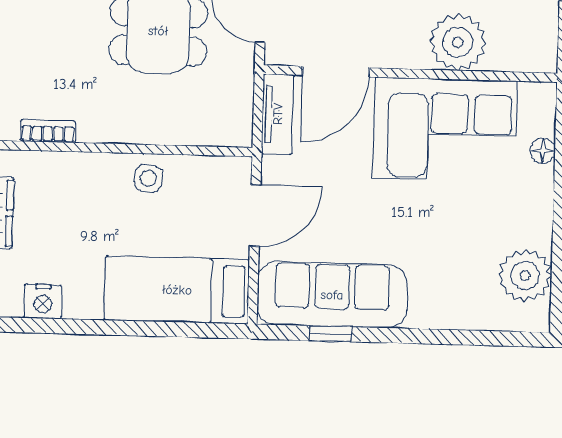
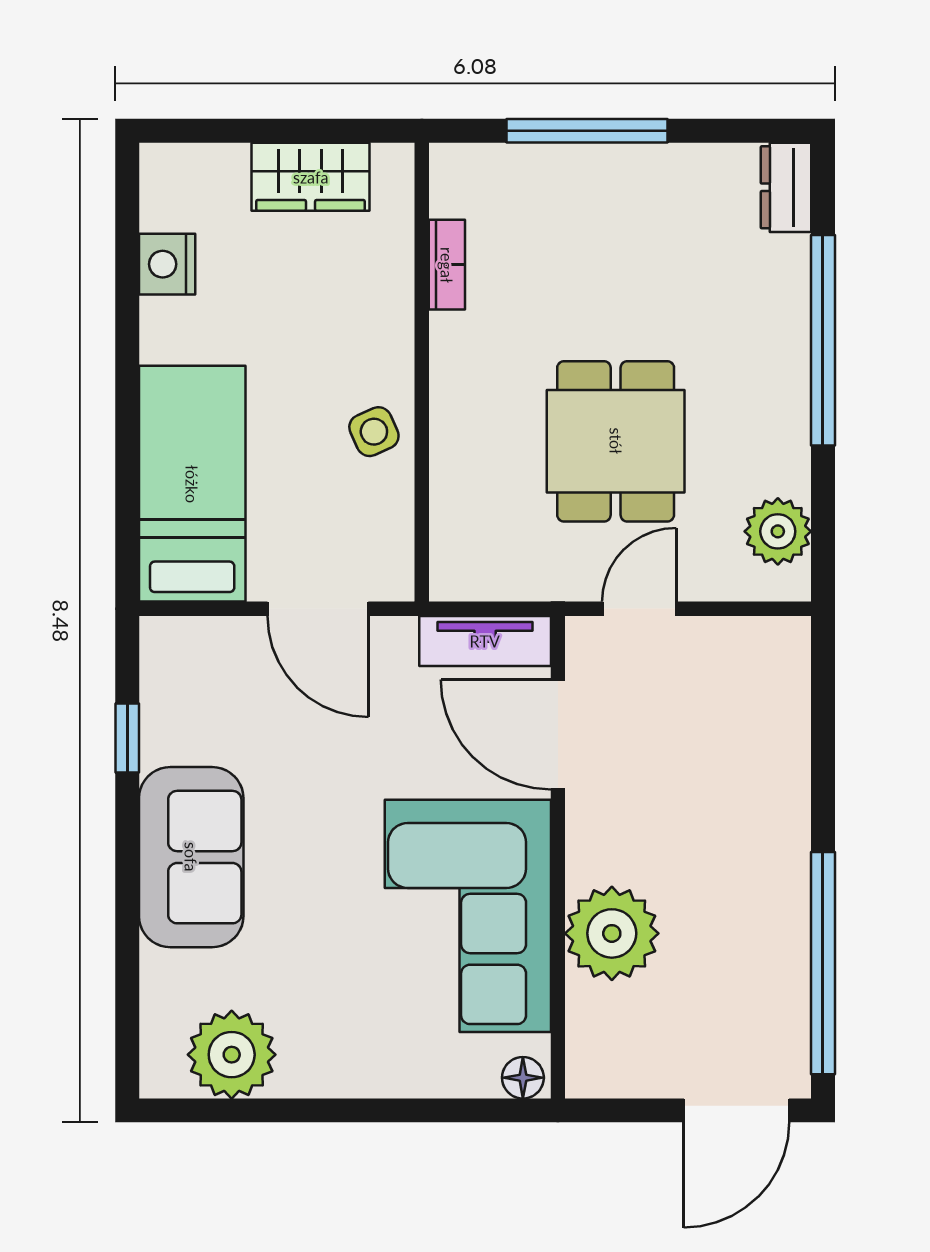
floor lamp: (543, 151) -> (523, 1078), moved
side table: (148, 178) -> (374, 432), turned -32
sofa: (332, 295) -> (191, 857), moved, width x0.73

